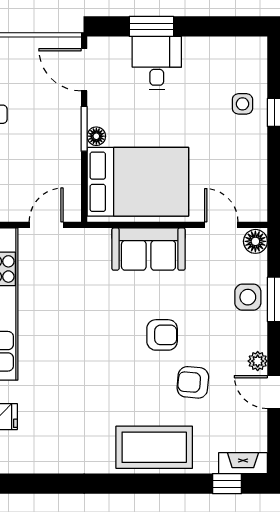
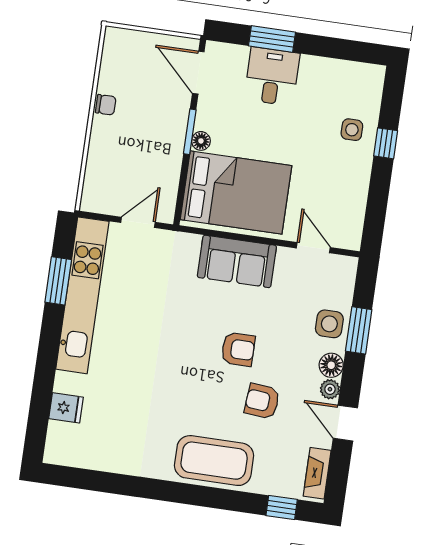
floor lamp: (255, 241) -> (331, 365), moved
fireplace: (243, 463) -> (317, 473), moved, turned -90

